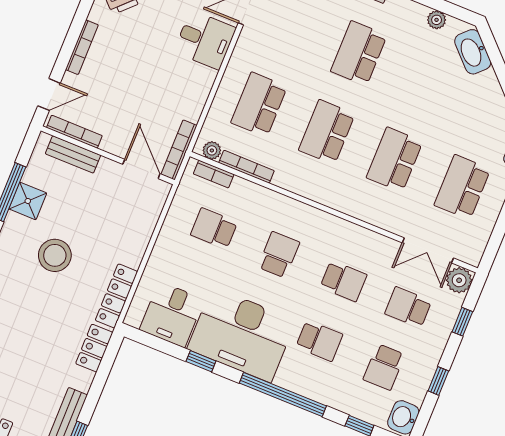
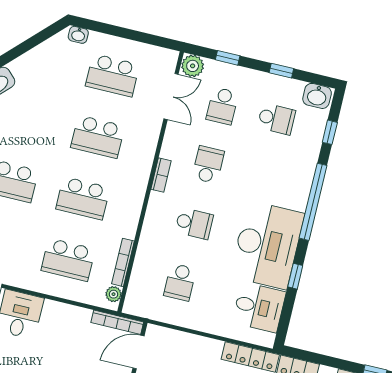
bookcase: (214, 174) -> (161, 175), moved
school desk: (279, 255) -> (194, 223), turned 180
school desk: (319, 341) -> (262, 178), removed

